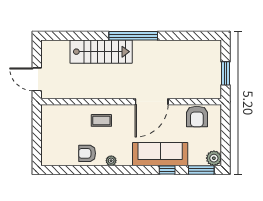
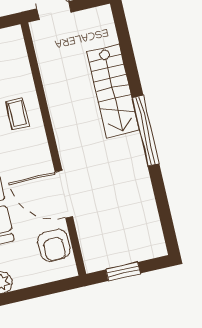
door: (152, 102) -> (64, 194), moved
armchair: (197, 116) -> (54, 245), turned -90

